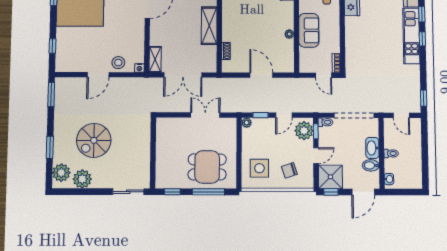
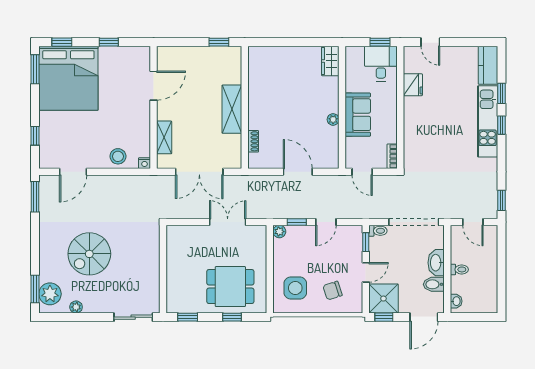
shelving: (155, 59) -> (164, 137), moved
door: (98, 75) -> (73, 172), moved
door: (324, 75) -> (362, 172), moved
plant: (304, 131) -> (351, 241), removed
window: (50, 147) -> (35, 289), moved
plant: (82, 179) -> (76, 307), width x0.53, depth x0.53
window: (208, 192) -> (232, 317), width x0.46

